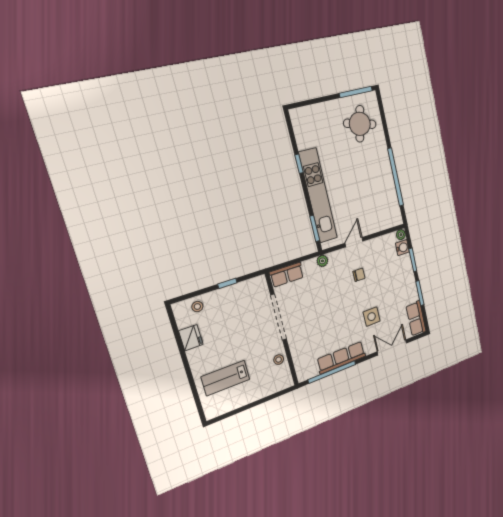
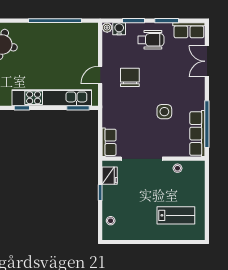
door: (354, 242) -> (100, 75), hinge flipped
plant: (322, 261) -> (107, 108), removed
chair: (359, 275) -> (130, 77), width x1.87, depth x1.87
wheelchair: (399, 284) -> (151, 40), added
side table: (372, 317) -> (164, 112), moved
fridge: (191, 338) -> (110, 176), moved, turned 90
row of seats: (341, 358) -> (197, 134), moved
lab bench: (226, 378) -> (176, 215), turned -90

